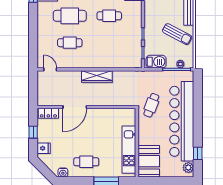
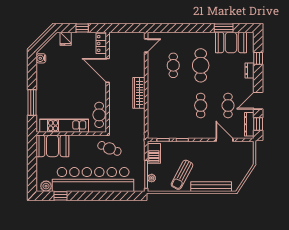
cafe table: (86, 162) -> (99, 115), moved

